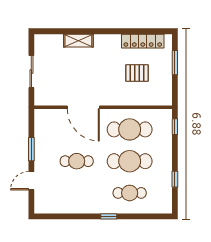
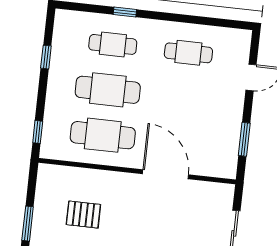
window: (31, 149) -> (244, 139), moved
cafe table: (77, 161) -> (188, 53), moved
window: (109, 216) -> (125, 12), moved

